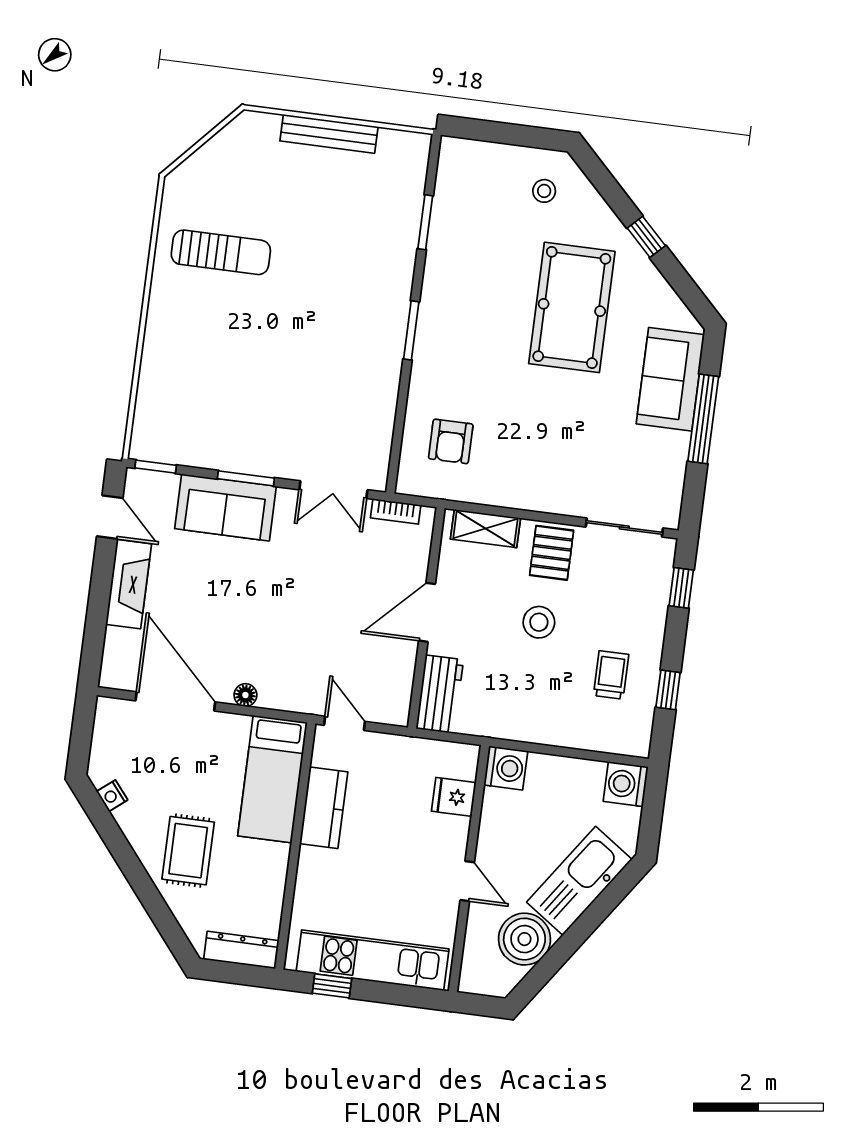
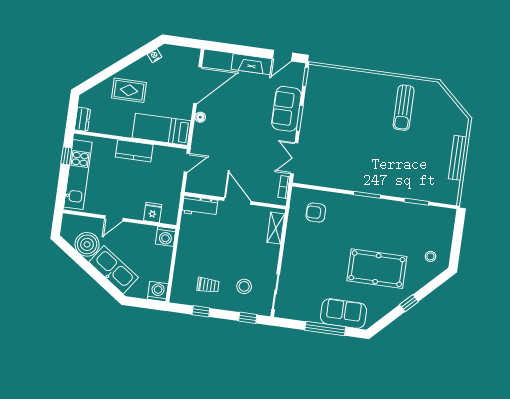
pallet: (552, 553) -> (264, 258), removed
stool: (539, 622) -> (244, 286), moved
kitchen counter: (324, 808) -> (134, 151), moved
dresser: (241, 950) -> (82, 119), width x0.70

